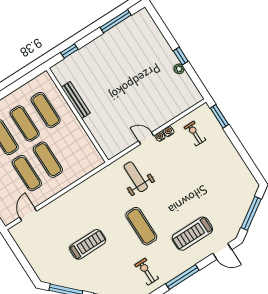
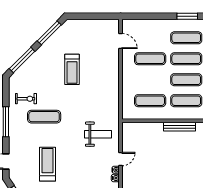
exercise mat: (48, 160) -> (150, 101), moved
exercise mat: (141, 226) -> (44, 117), moved
treadmill: (192, 234) -> (47, 164), moved

